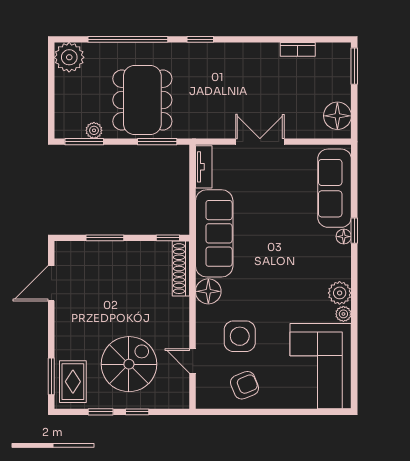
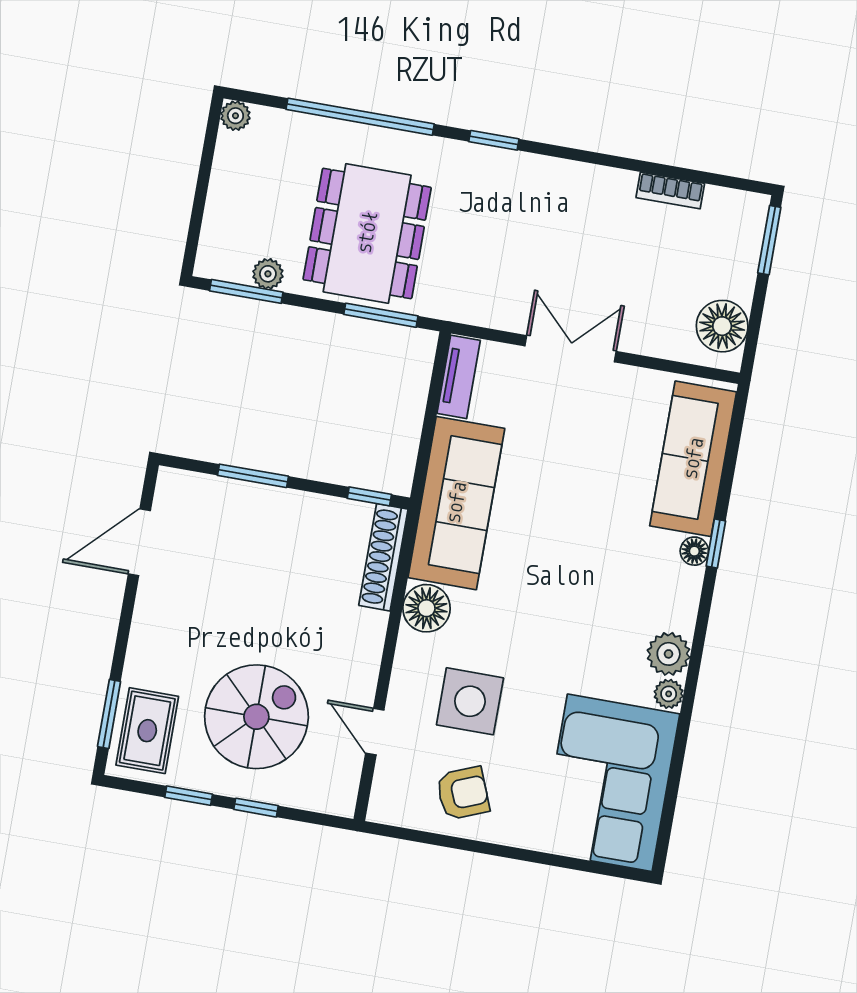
plant: (69, 57) -> (235, 116), width x0.53, depth x0.53

